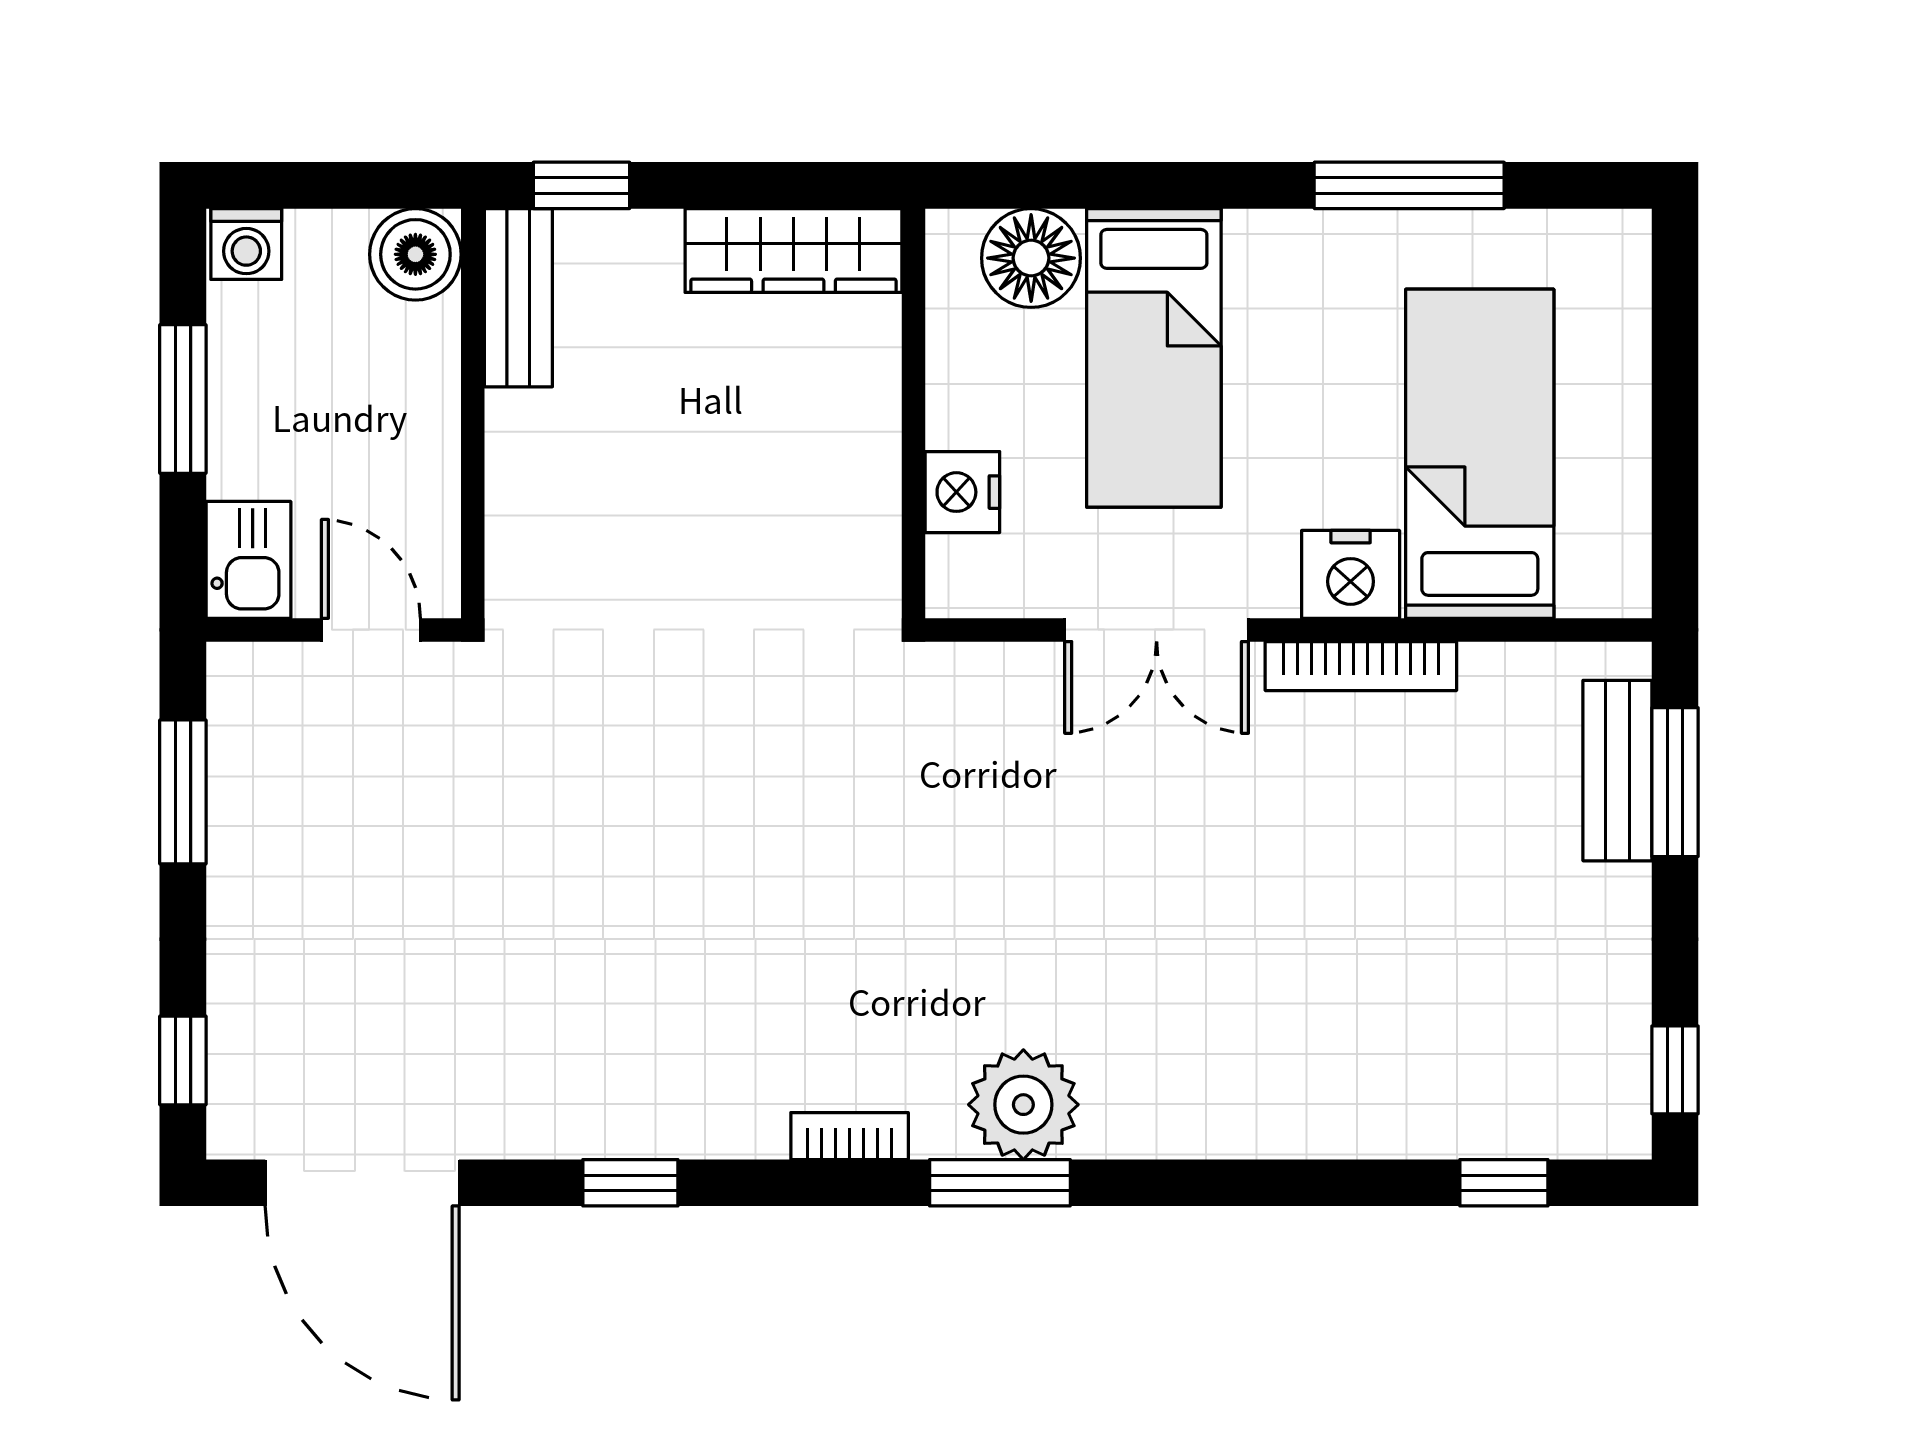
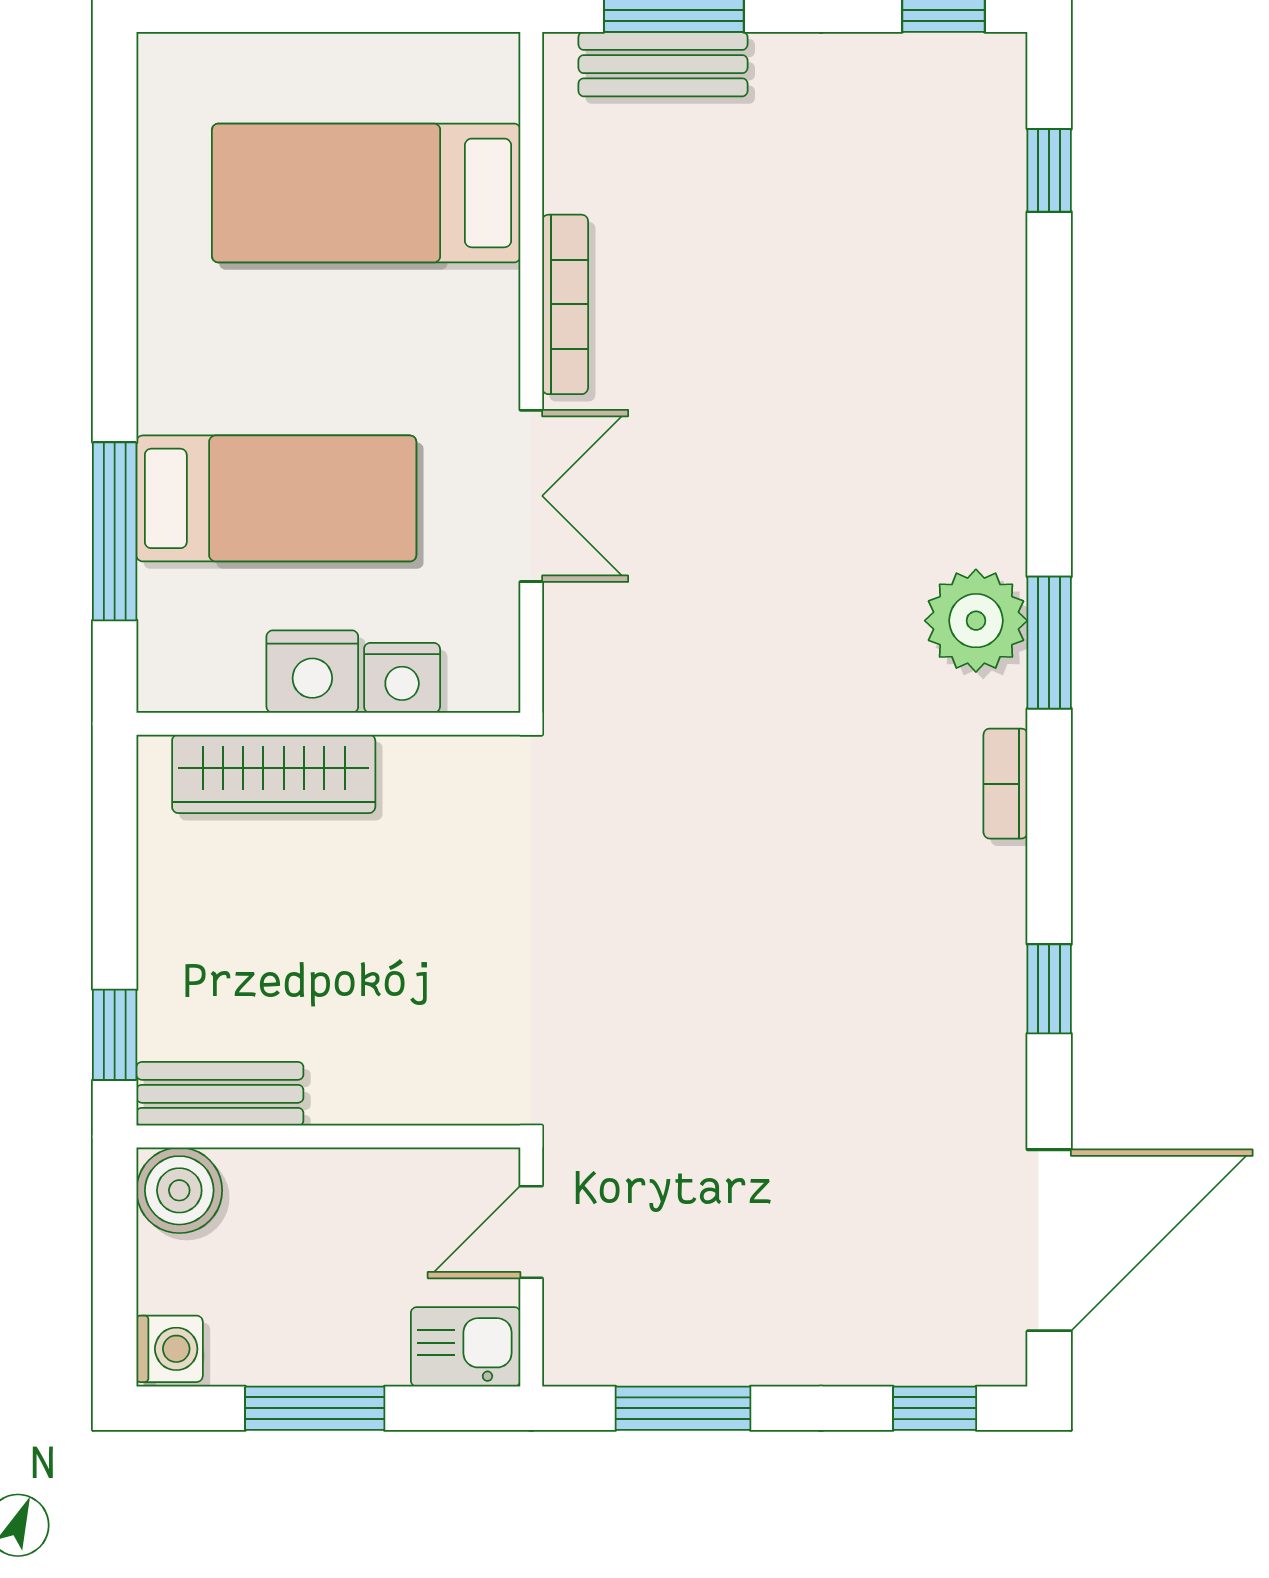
window: (1409, 185) -> (115, 531), moved
wardrobe: (793, 251) -> (274, 774), moved, turned 90
floor lamp: (1031, 258) -> (183, 614), removed
nightstand: (1351, 574) -> (312, 672), moved, turned 90

